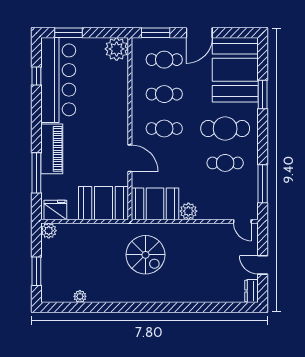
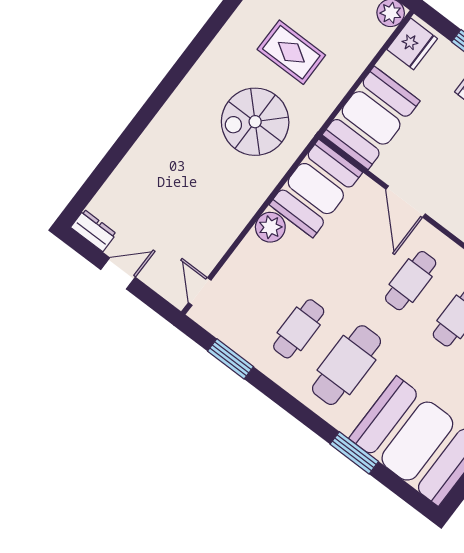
door: (130, 158) -> (406, 202), hinge flipped
window: (263, 184) -> (230, 359), width x0.69
door: (242, 221) -> (200, 291), hinge flipped
rug: (101, 262) -> (291, 52), added

